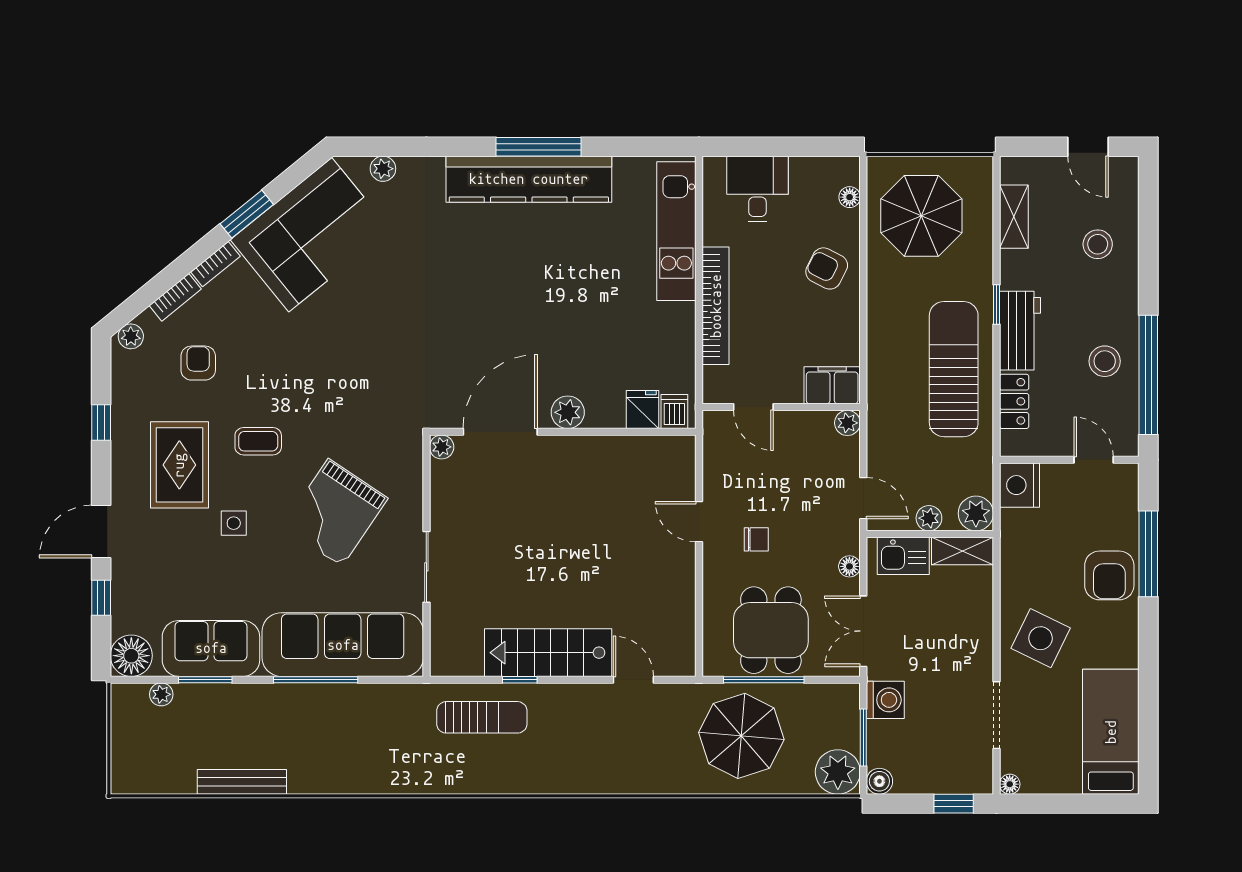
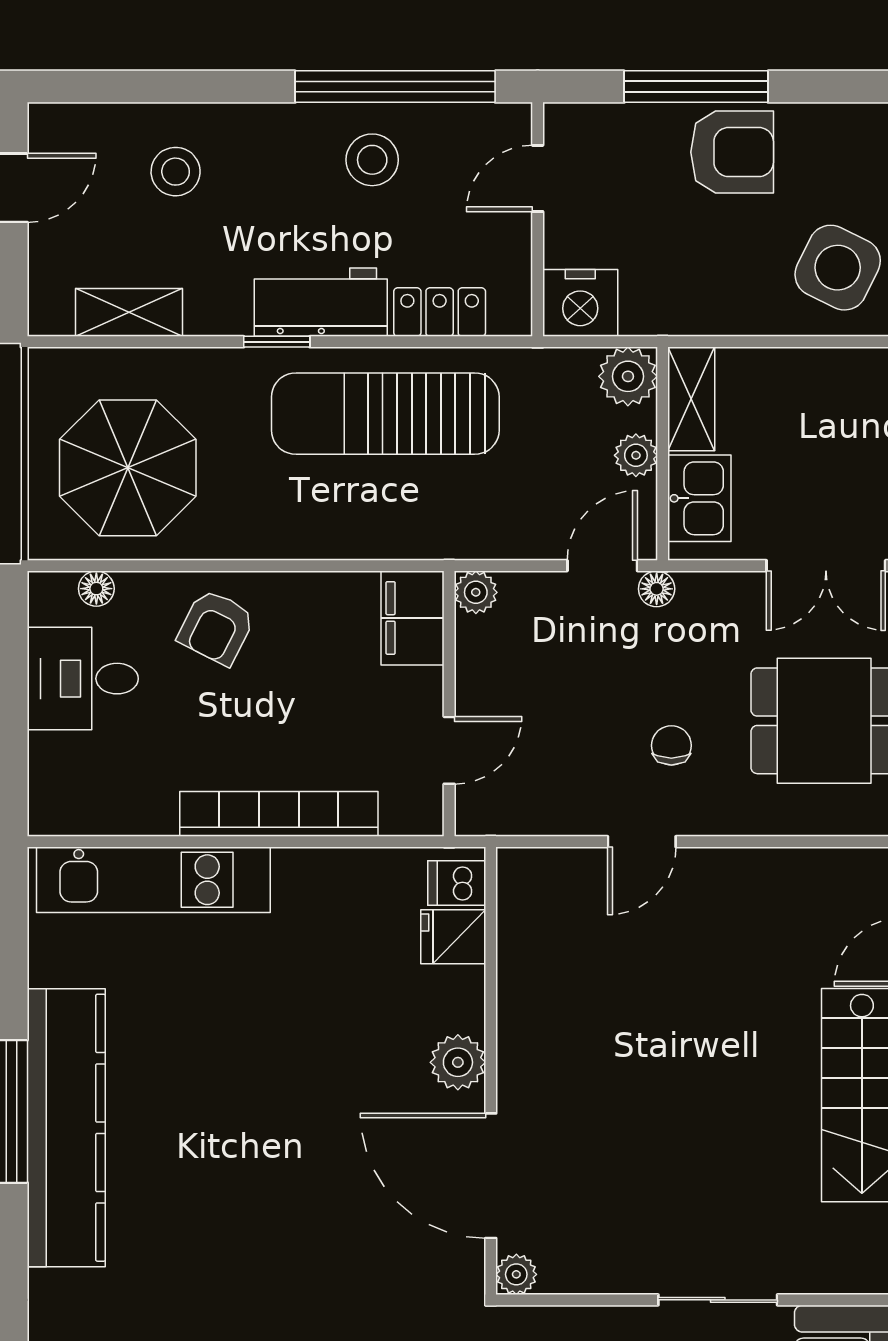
desk: (757, 189) -> (83, 679), moved
floor lamp: (849, 566) -> (657, 589), moved

